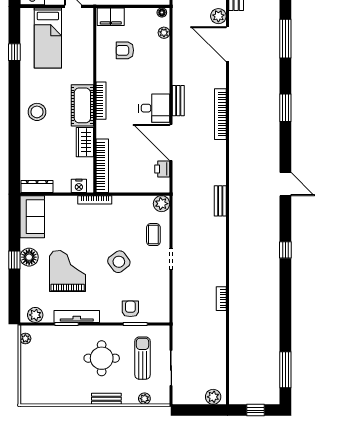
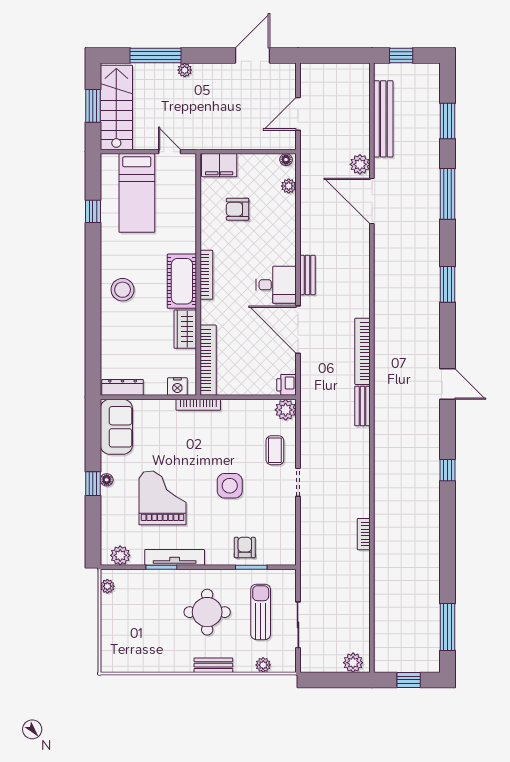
bookcase: (220, 114) -> (362, 351), moved
printer: (162, 169) -> (287, 385), moved
floor lamp: (29, 257) -> (107, 480), width x0.53, depth x0.53
side table: (119, 262) -> (230, 486), turned 37

